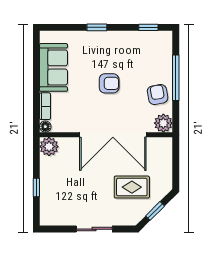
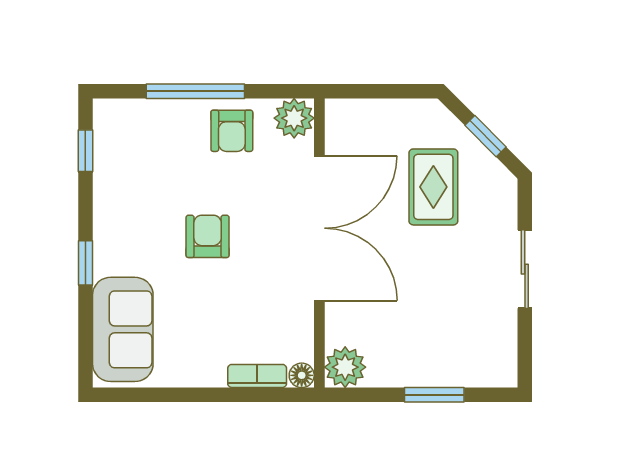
sofa: (53, 67) -> (123, 329), moved, turned 90
armchair: (158, 95) -> (232, 131), turned -80
window: (36, 187) -> (434, 395), width x1.50

